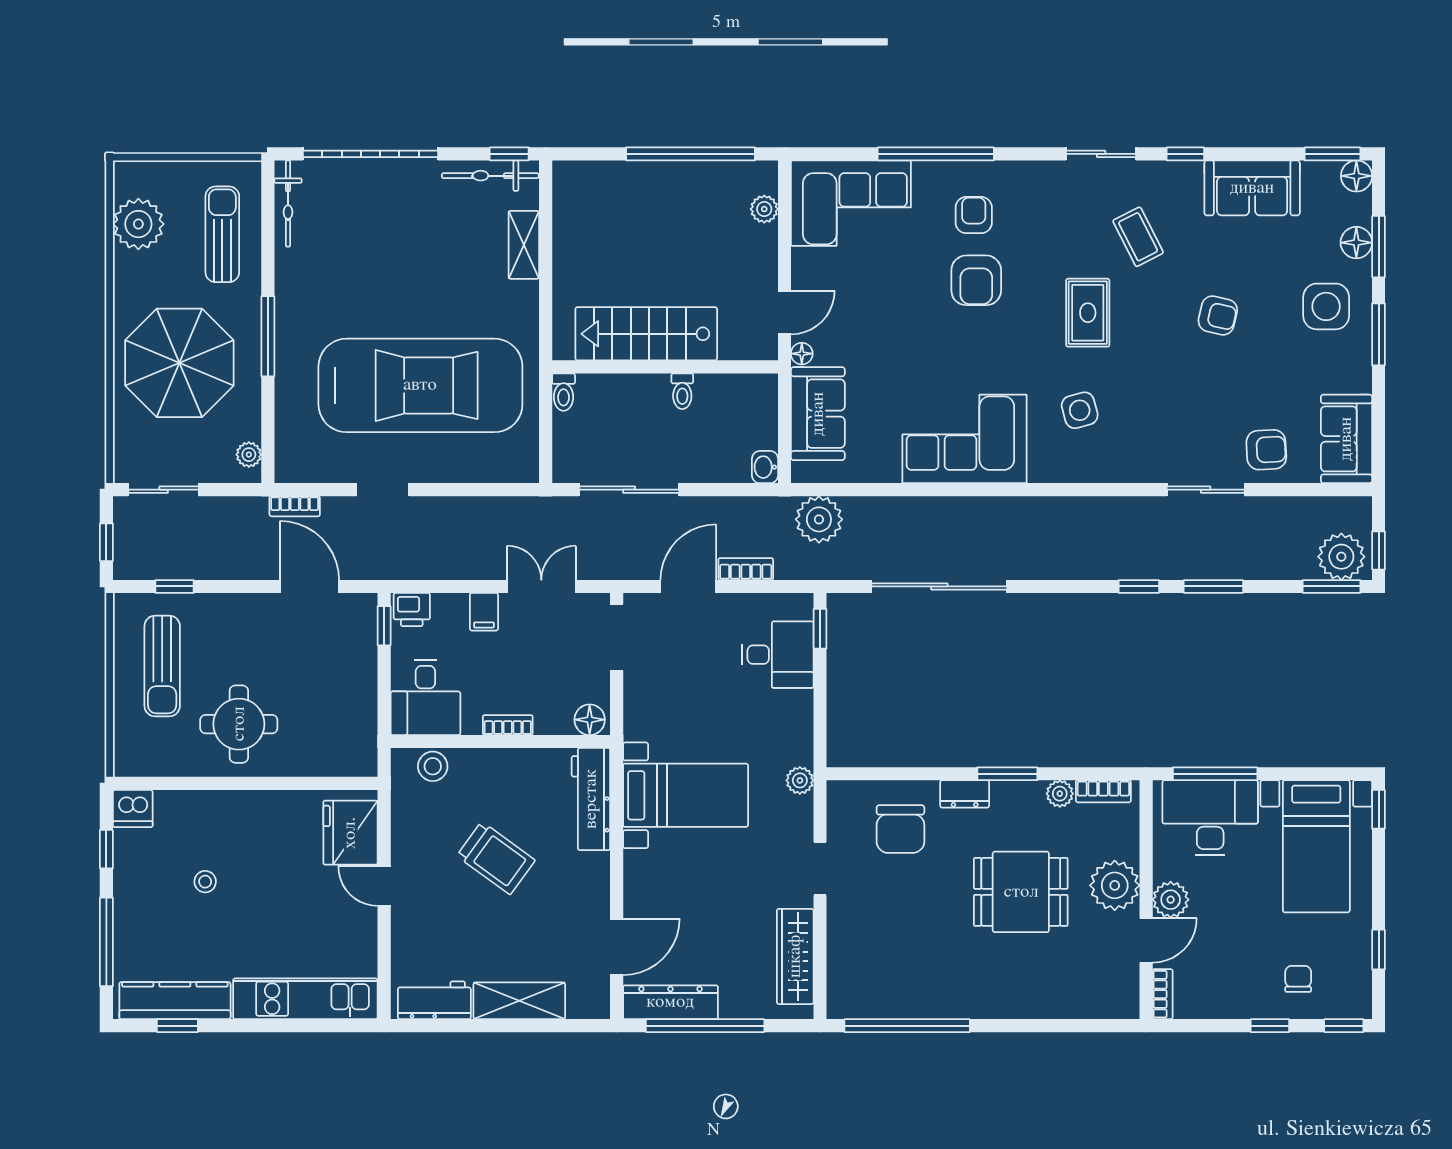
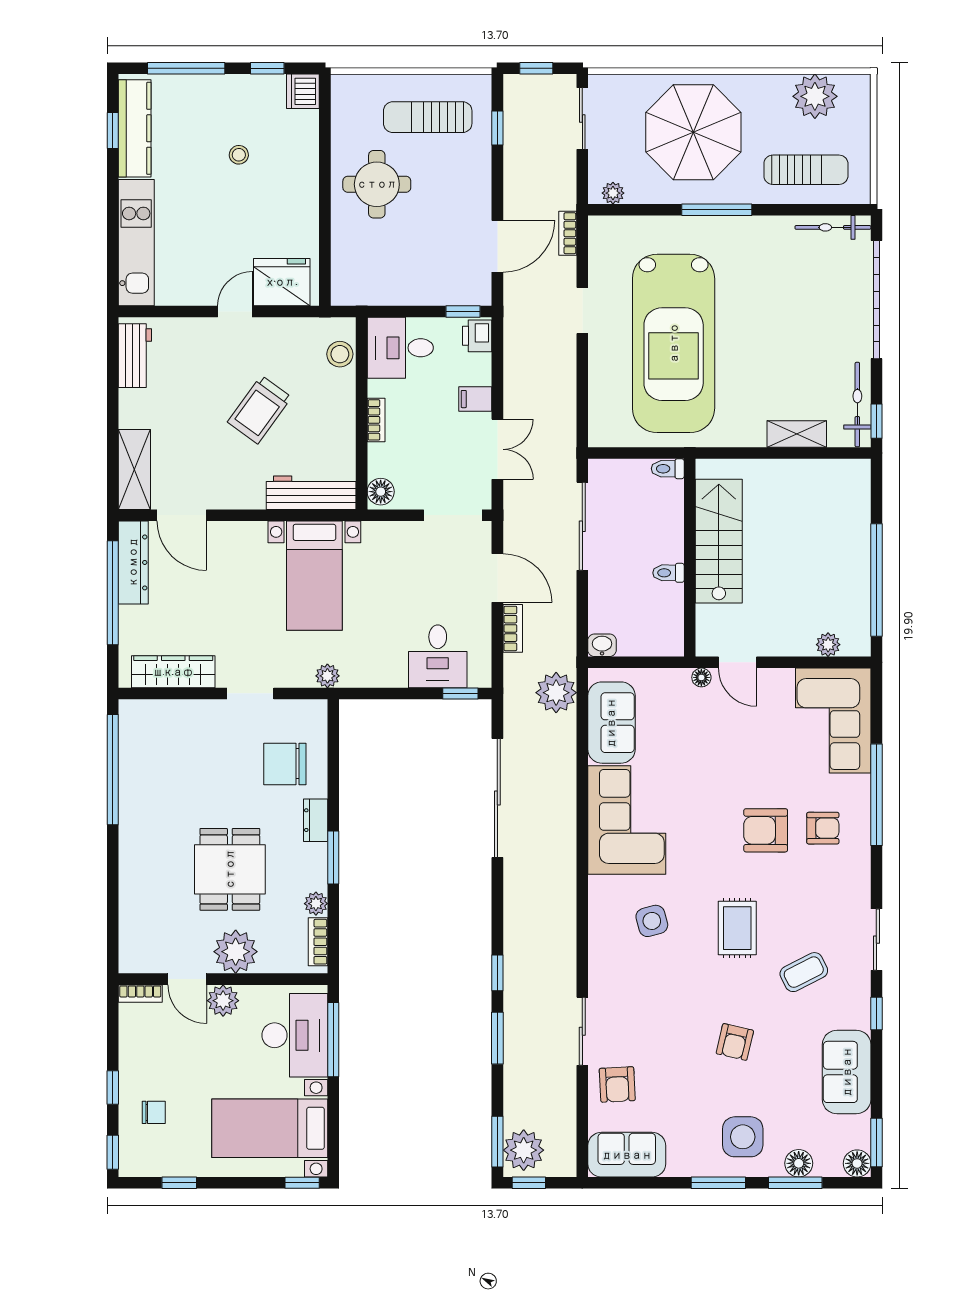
rug: (1088, 313) -> (737, 928), turned 90
sofa: (818, 414) -> (611, 723), moved, turned -90
shelving: (519, 1001) -> (134, 469), moved

